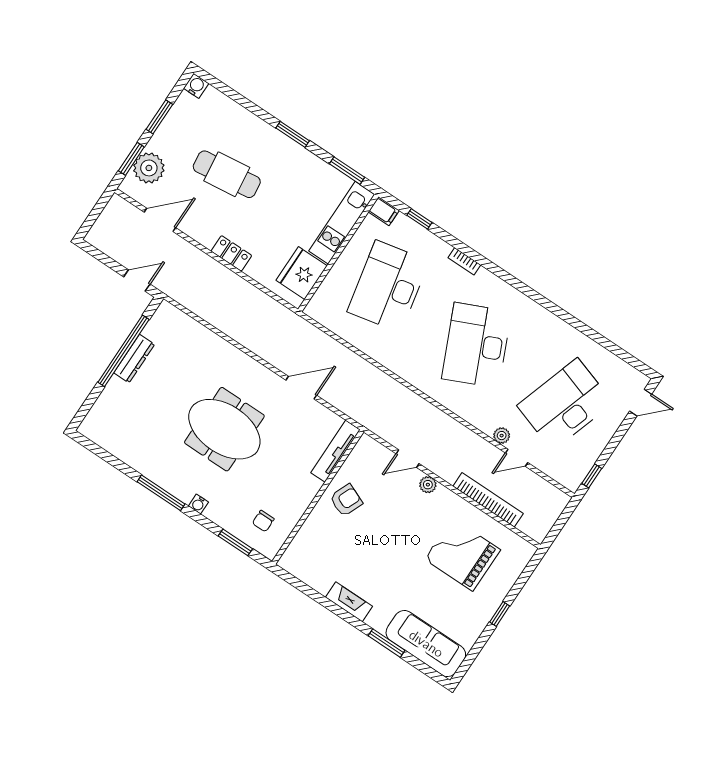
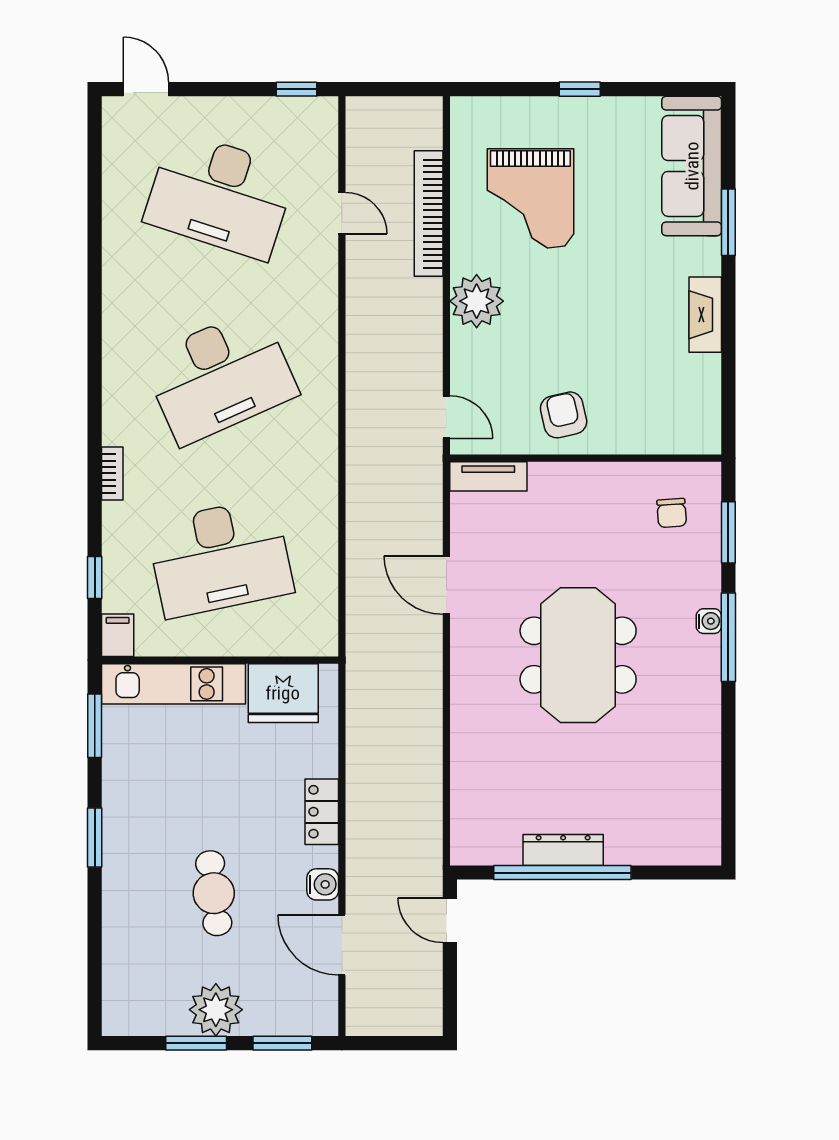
water cooler: (196, 86) -> (323, 884), moved, turned 180
plant: (149, 168) -> (216, 1010), moved
cafe table: (227, 174) -> (214, 893), width x0.73, depth x0.74
plant: (502, 436) -> (325, 255), removed
tv unit: (336, 451) -> (488, 476), width x0.71
door: (408, 459) -> (446, 417), moved
plant: (428, 485) -> (477, 301), width x1.88, depth x1.88
window: (161, 493) -> (728, 637), moved
armchair: (346, 500) -> (564, 415), turned 54
chair: (263, 521) -> (672, 513), turned 86

